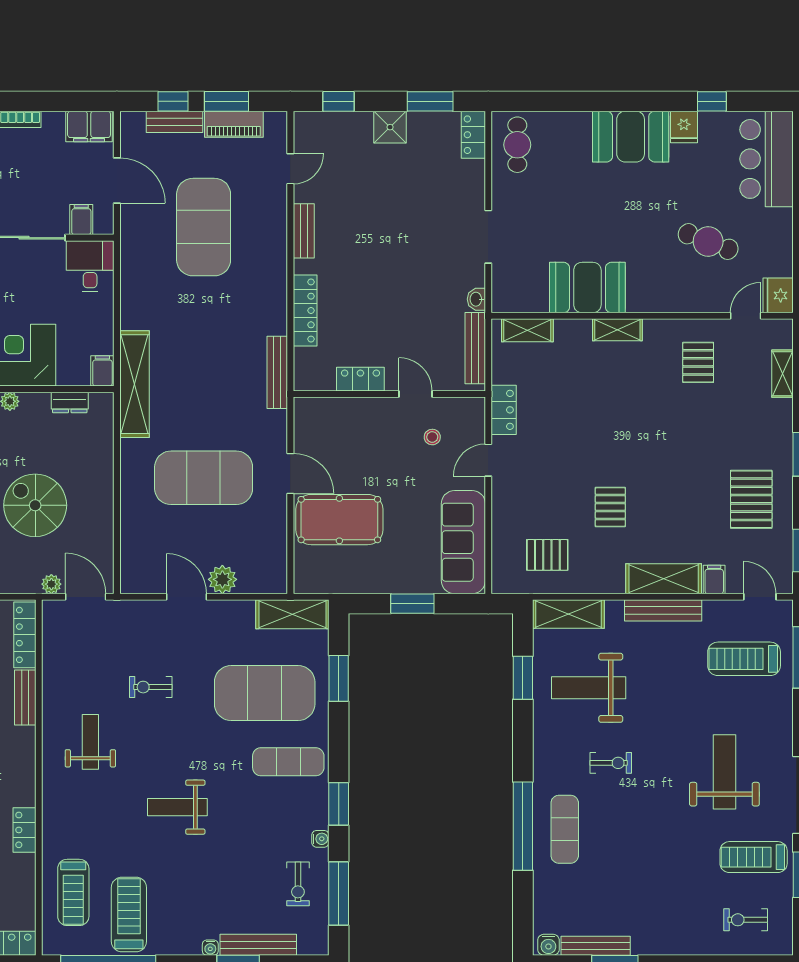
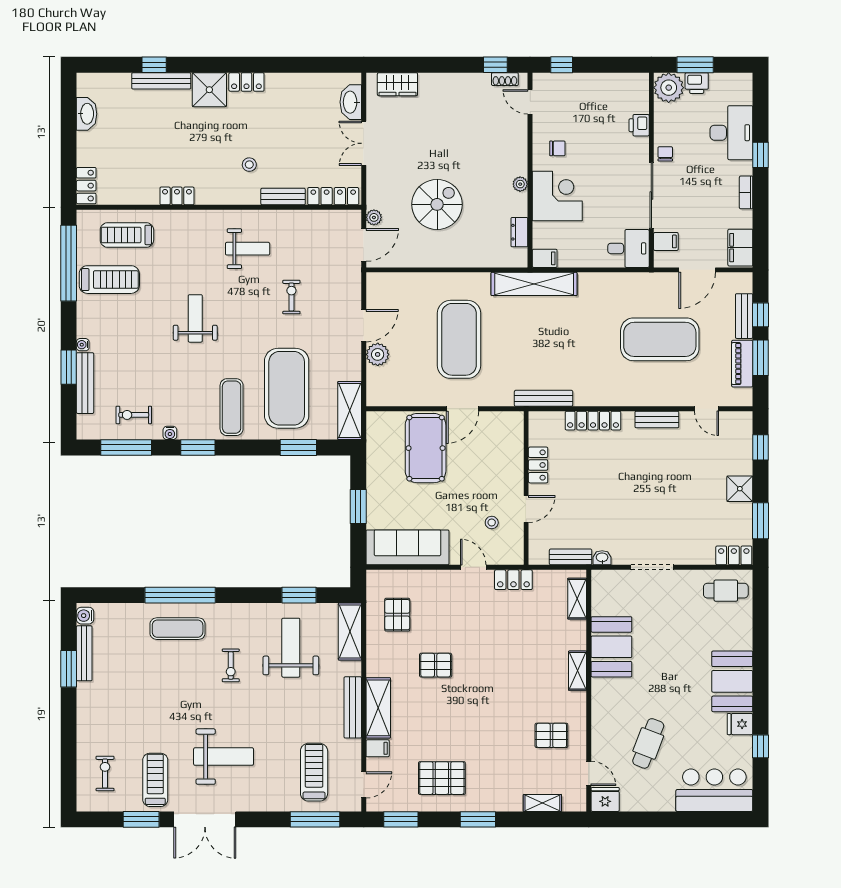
bench: (475, 348) -> (571, 557), width x0.73

